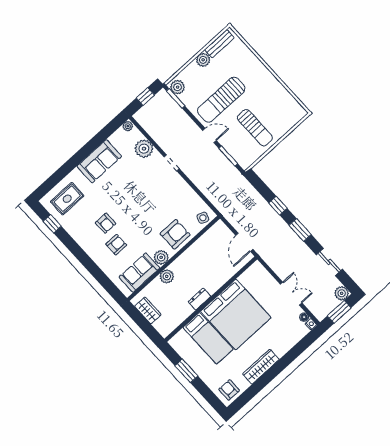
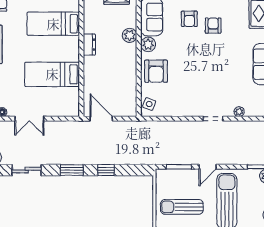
plant: (144, 149) -> (239, 112), width x0.53, depth x0.53
armchair: (106, 223) -> (213, 26), turned 90
bed: (236, 314) -> (52, 74), width x0.49

